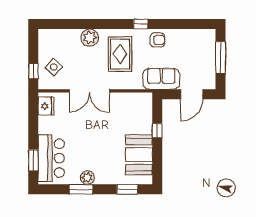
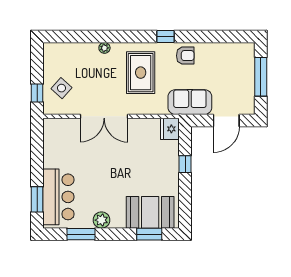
plant: (90, 38) -> (104, 48), width x0.53, depth x0.53
fridge: (46, 106) -> (170, 129), moved, turned 180
booth: (139, 155) -> (150, 212), moved, turned 90
window: (81, 189) -> (81, 234), moved

